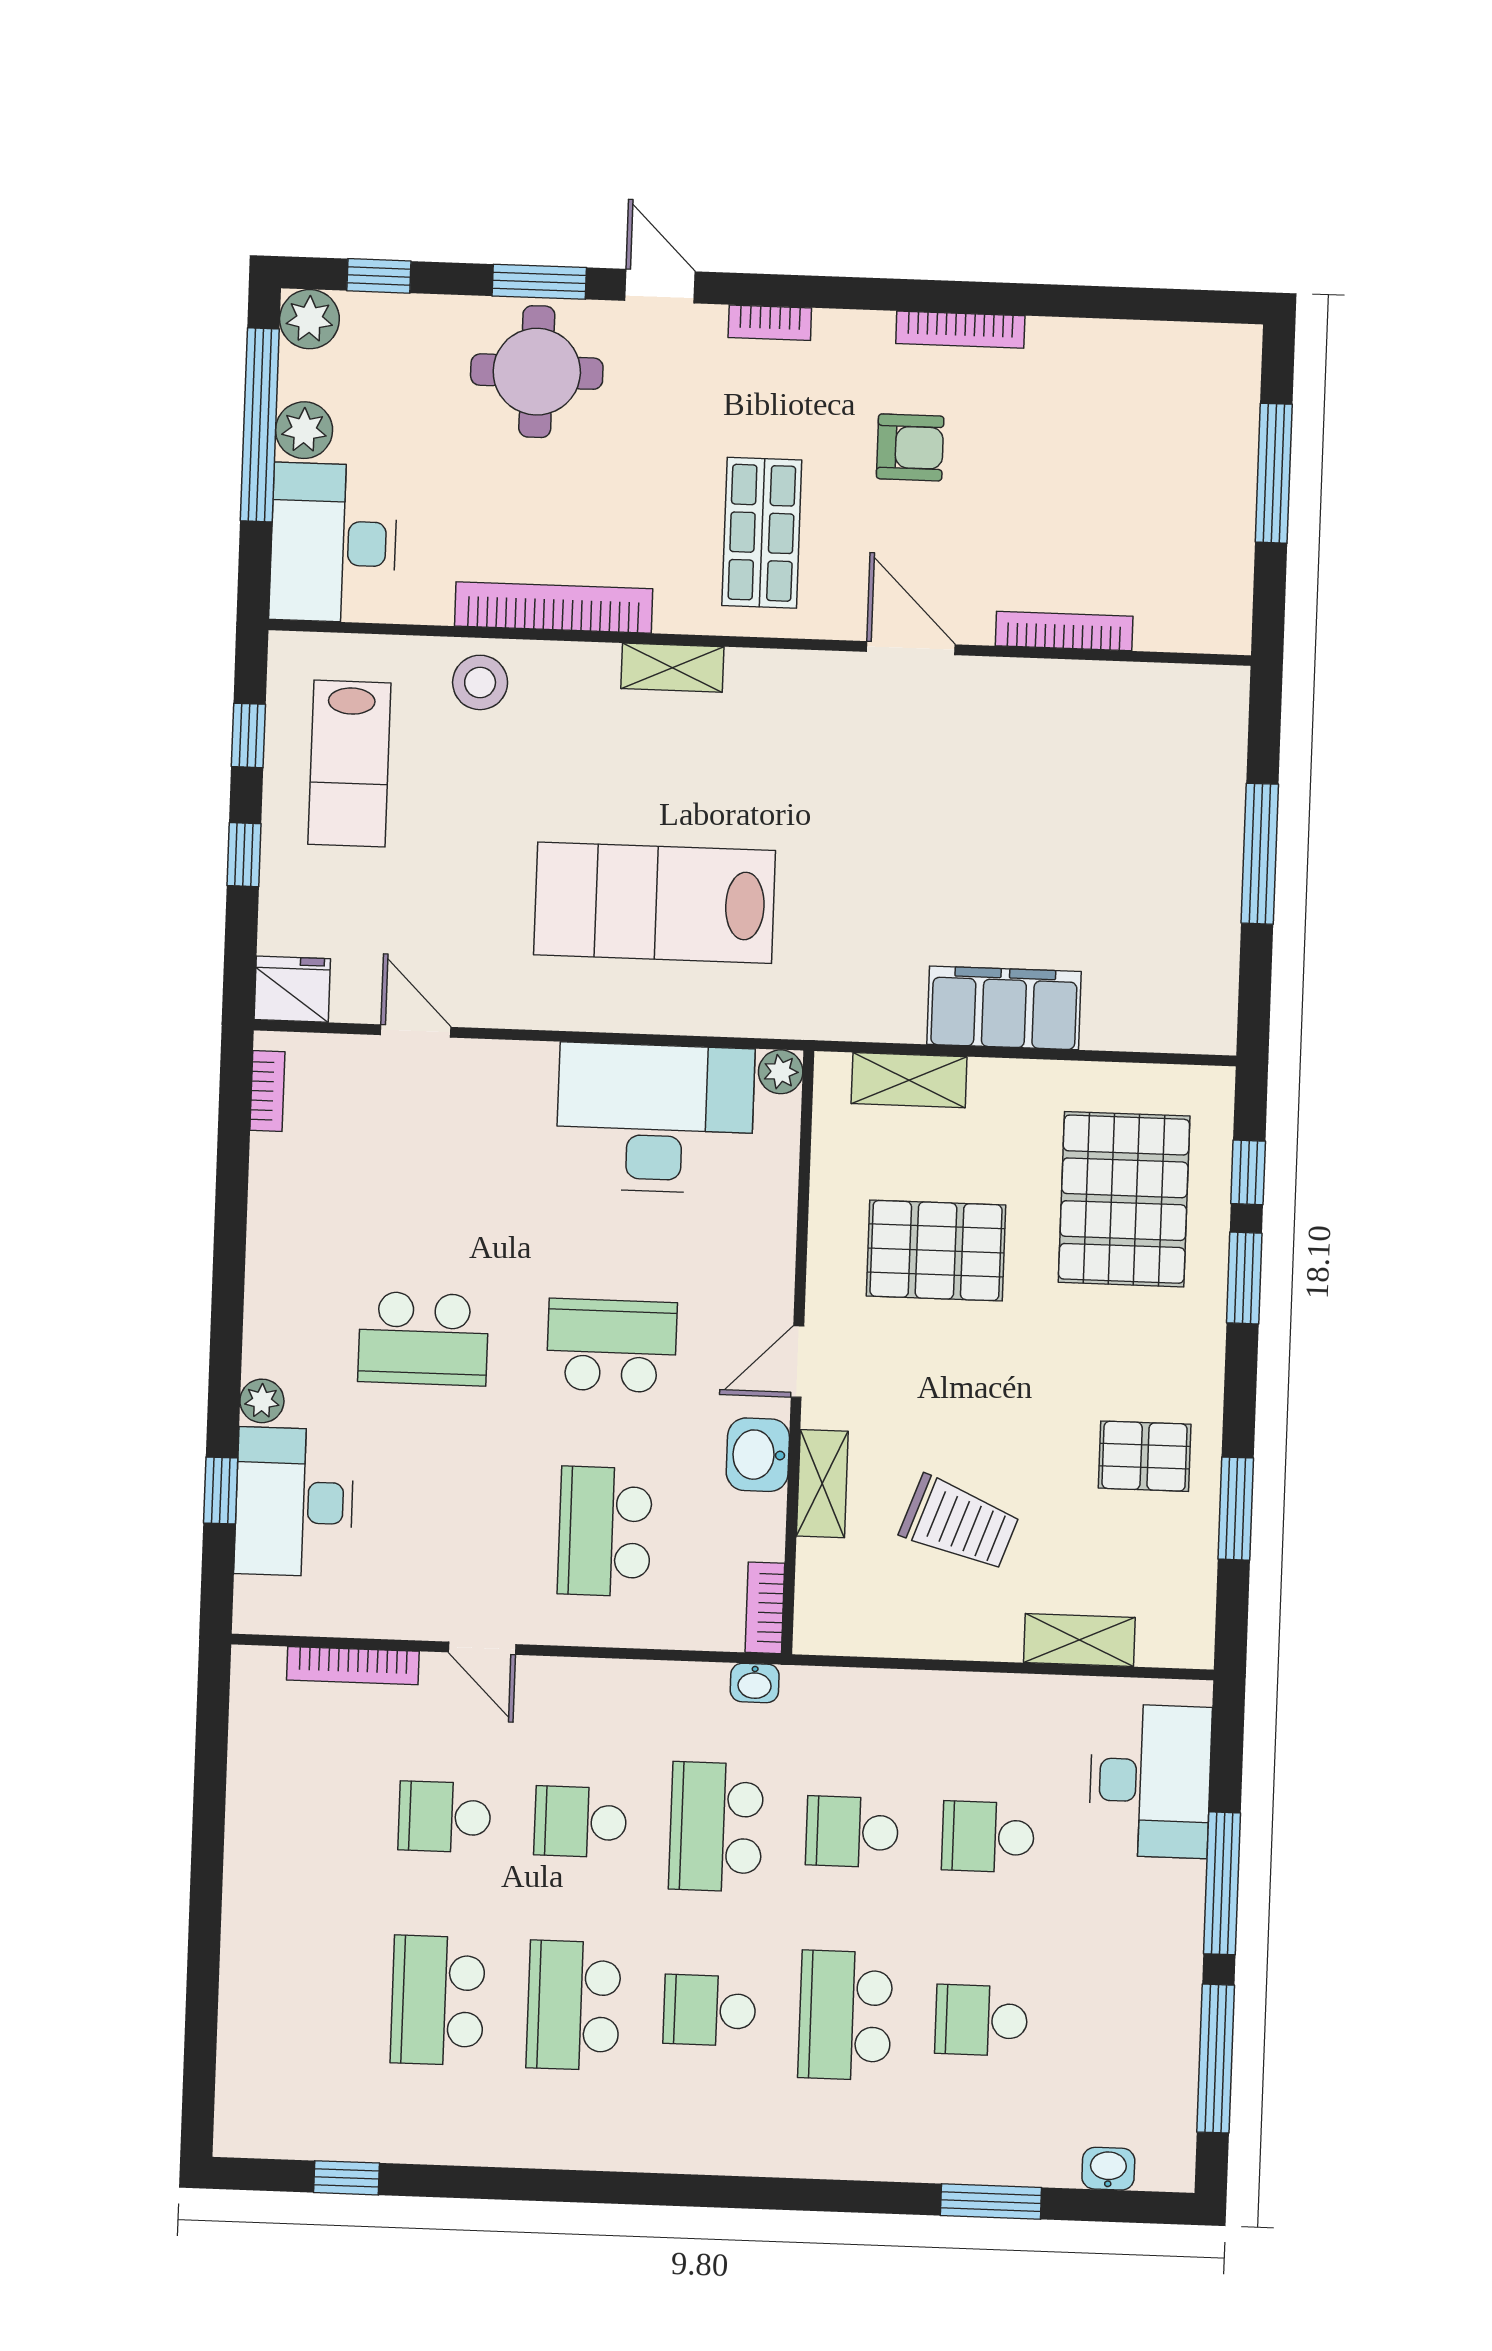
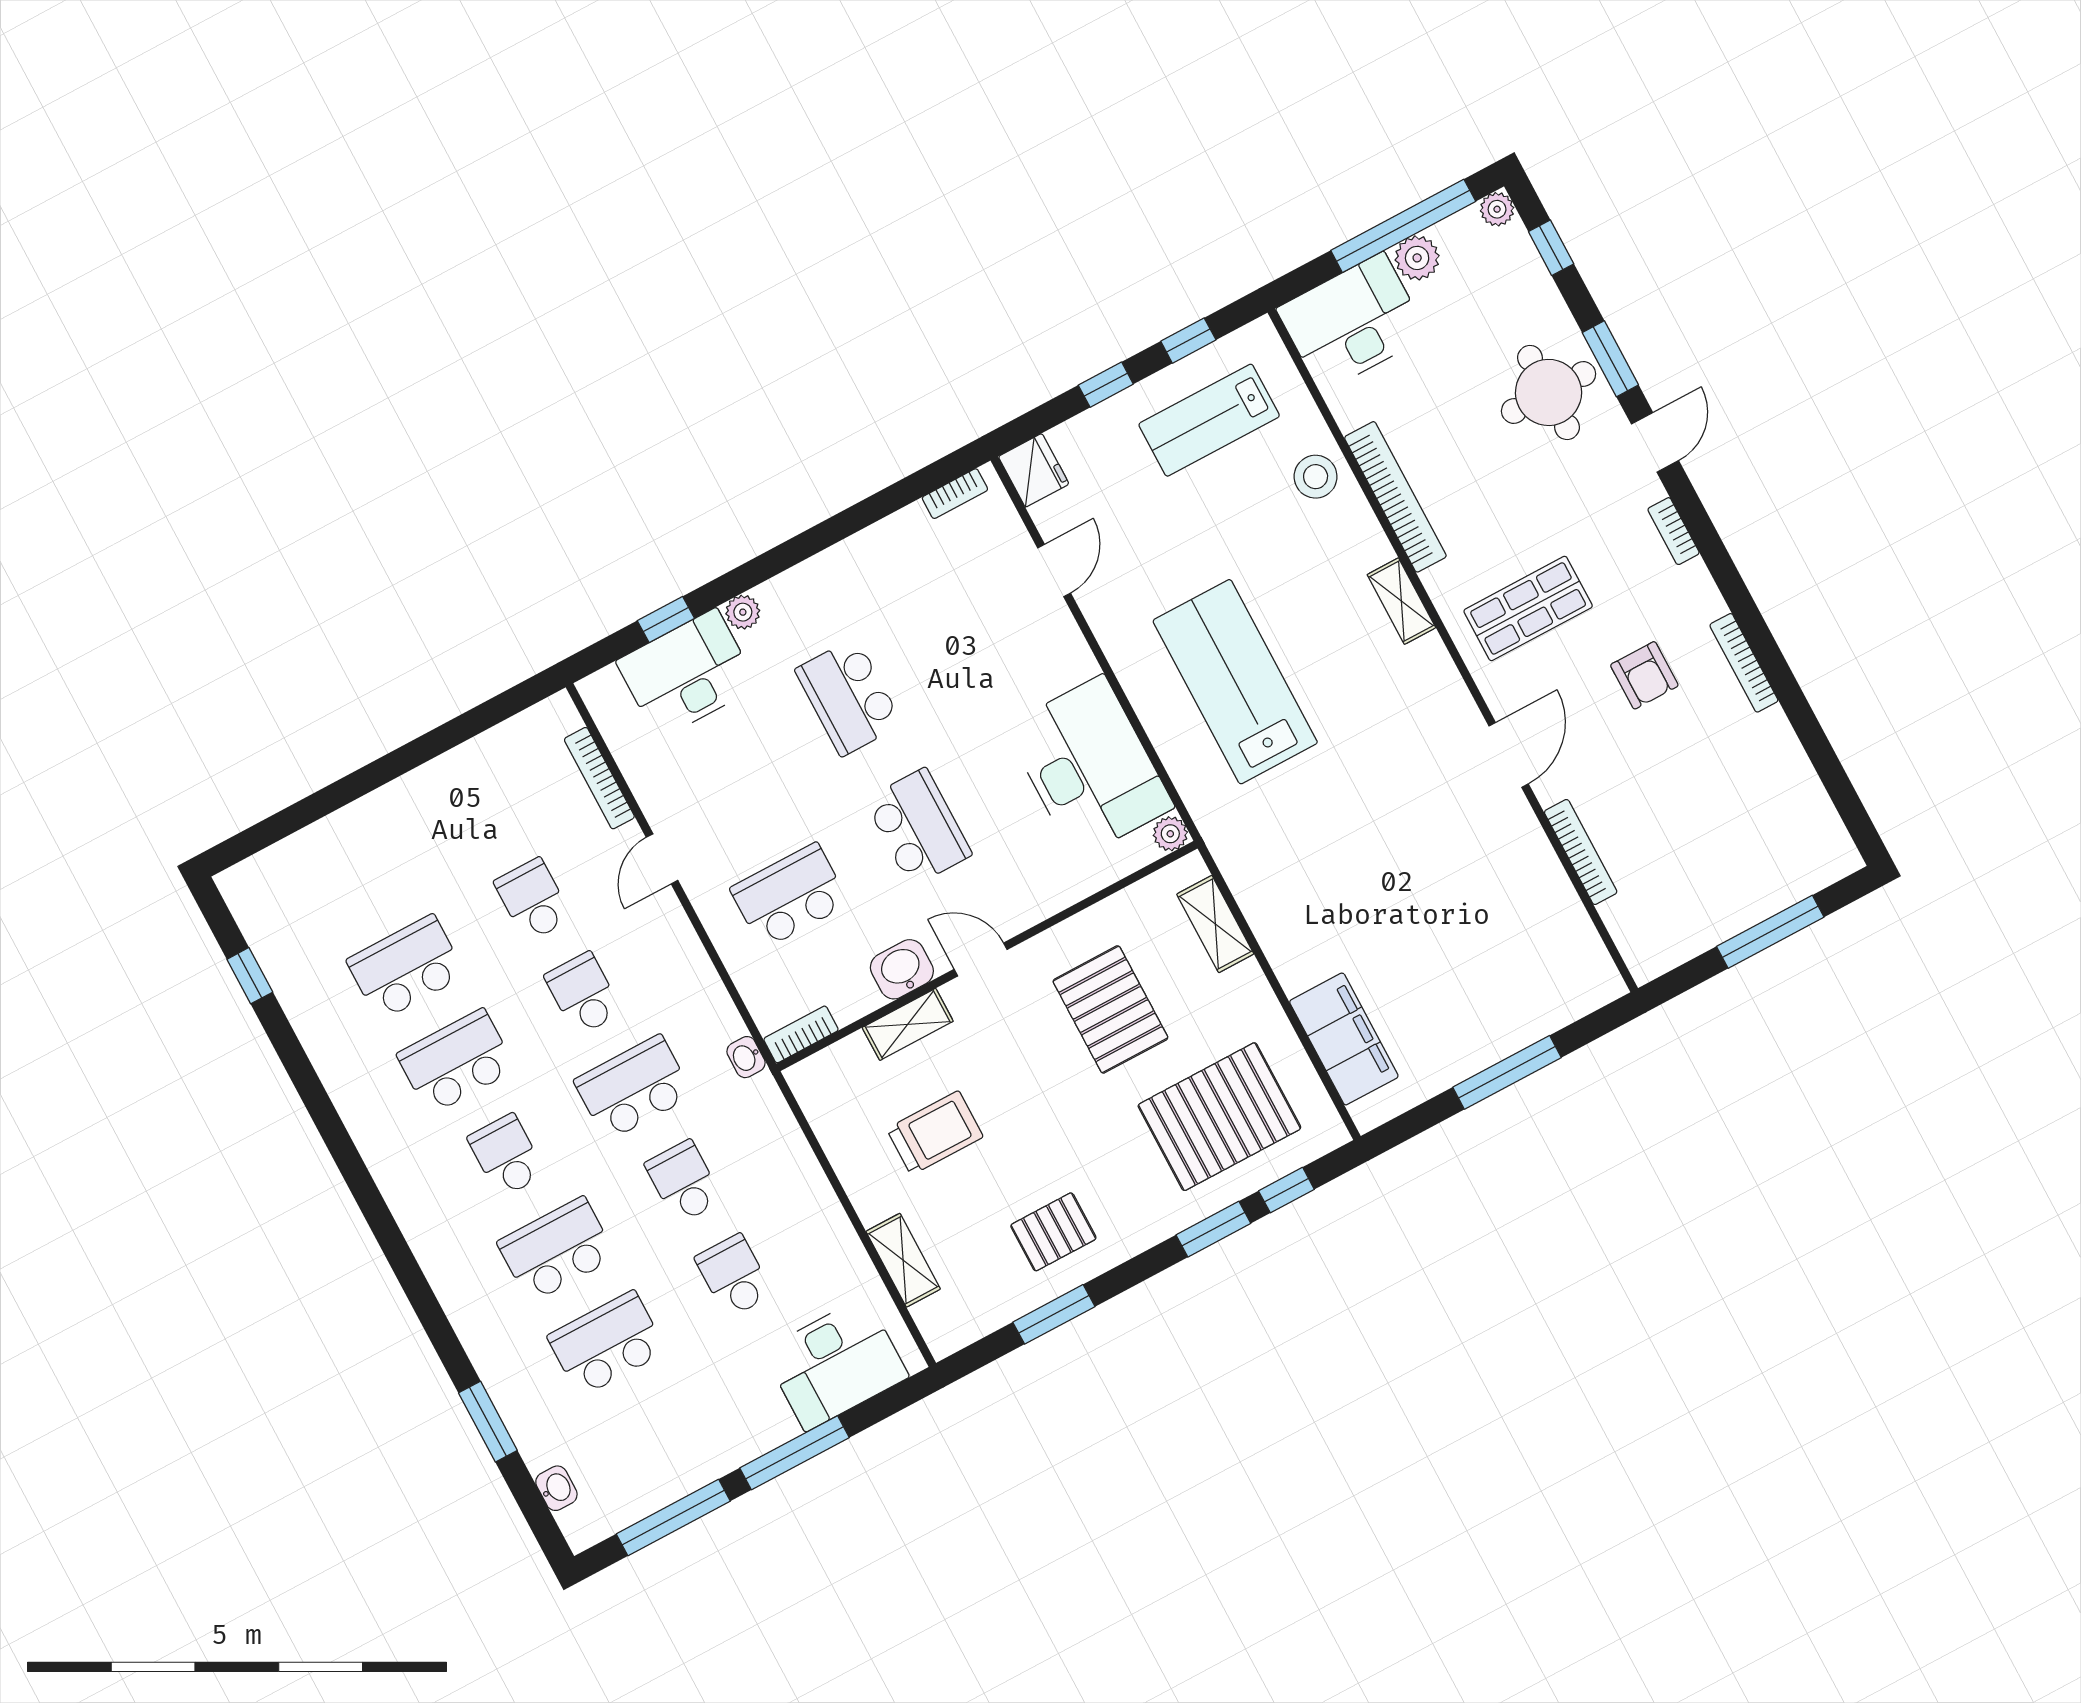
plant: (309, 319) -> (1497, 209), width x0.73, depth x0.73
filing cabinet: (1004, 1008) -> (1344, 1039), moved
pallet: (1145, 1456) -> (1053, 1232), turned 90
trolley: (959, 1523) -> (935, 1133), turned -110
school desk: (981, 2020) -> (607, 1344), width x1.85

